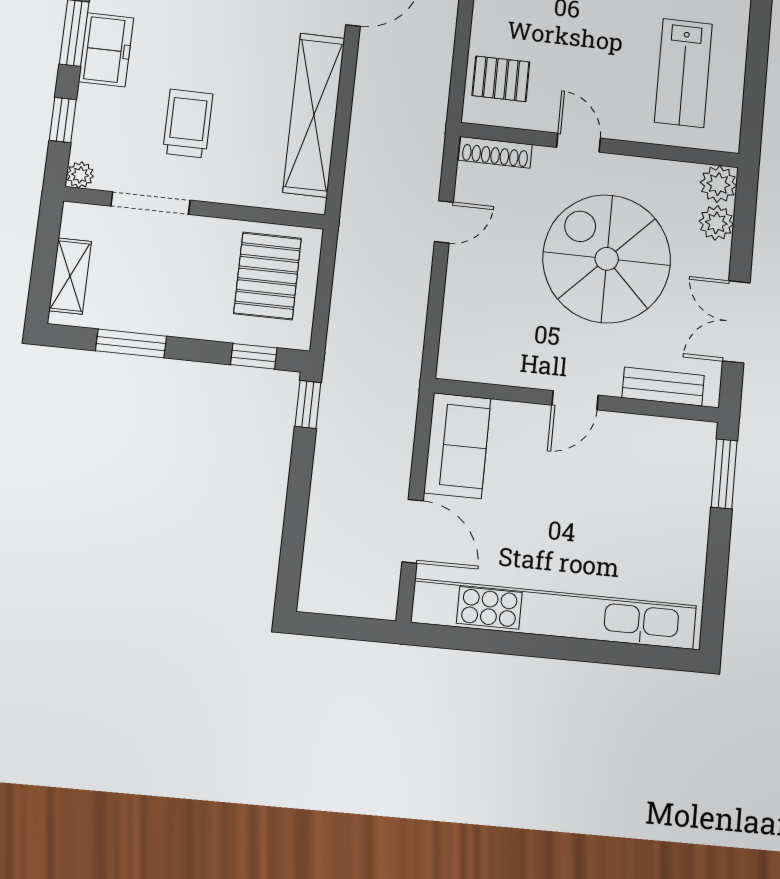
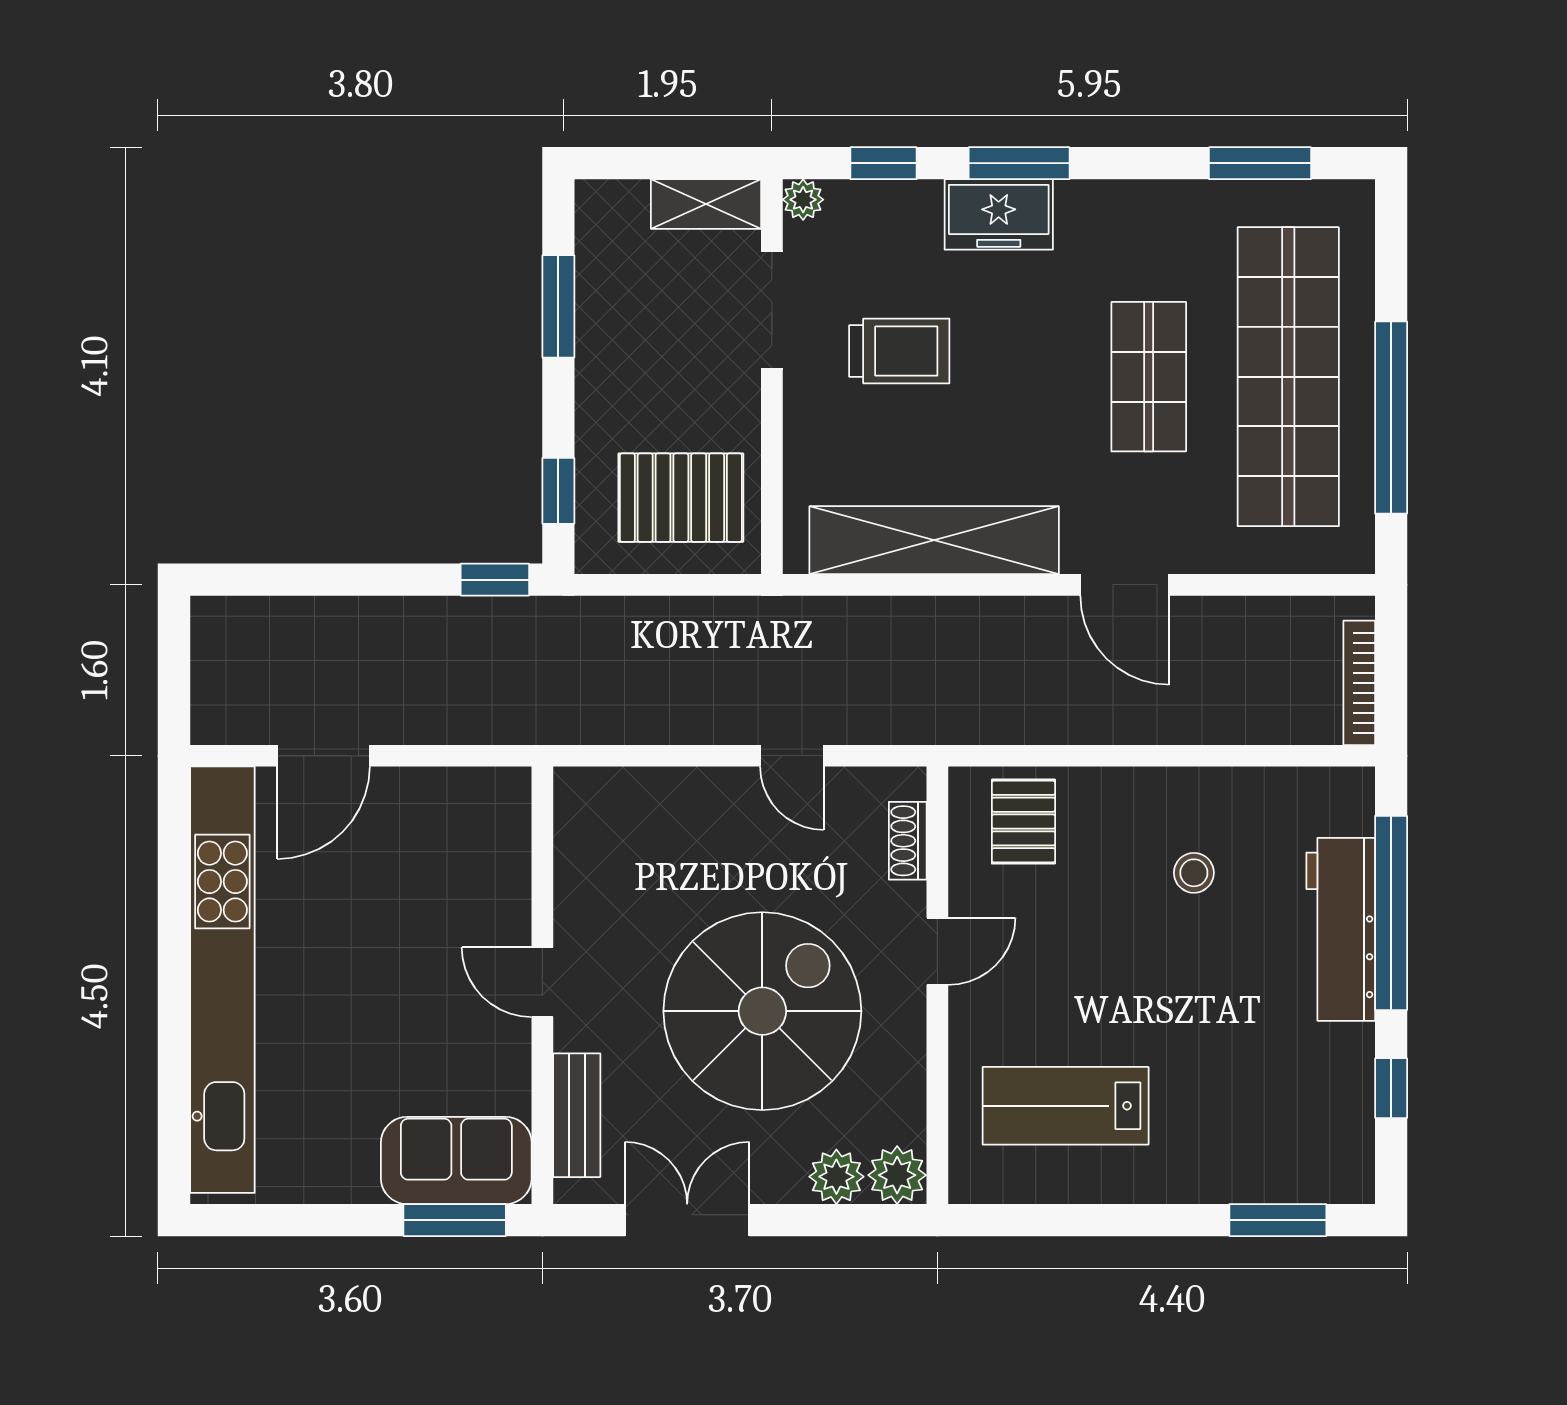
shoe rack: (495, 152) -> (908, 841), width x0.70
shelving: (70, 276) -> (706, 204), moved
sofa: (457, 446) -> (456, 1160), moved, turned 180

